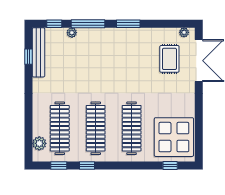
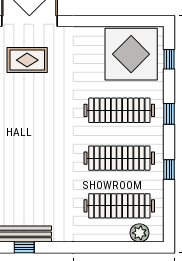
window: (59, 166) -> (169, 114), moved

